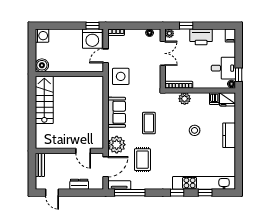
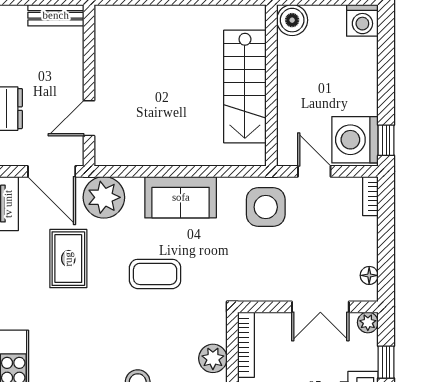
stairs: (44, 100) -> (245, 86), moved, turned 90
rug: (142, 160) -> (68, 259), turned 90

